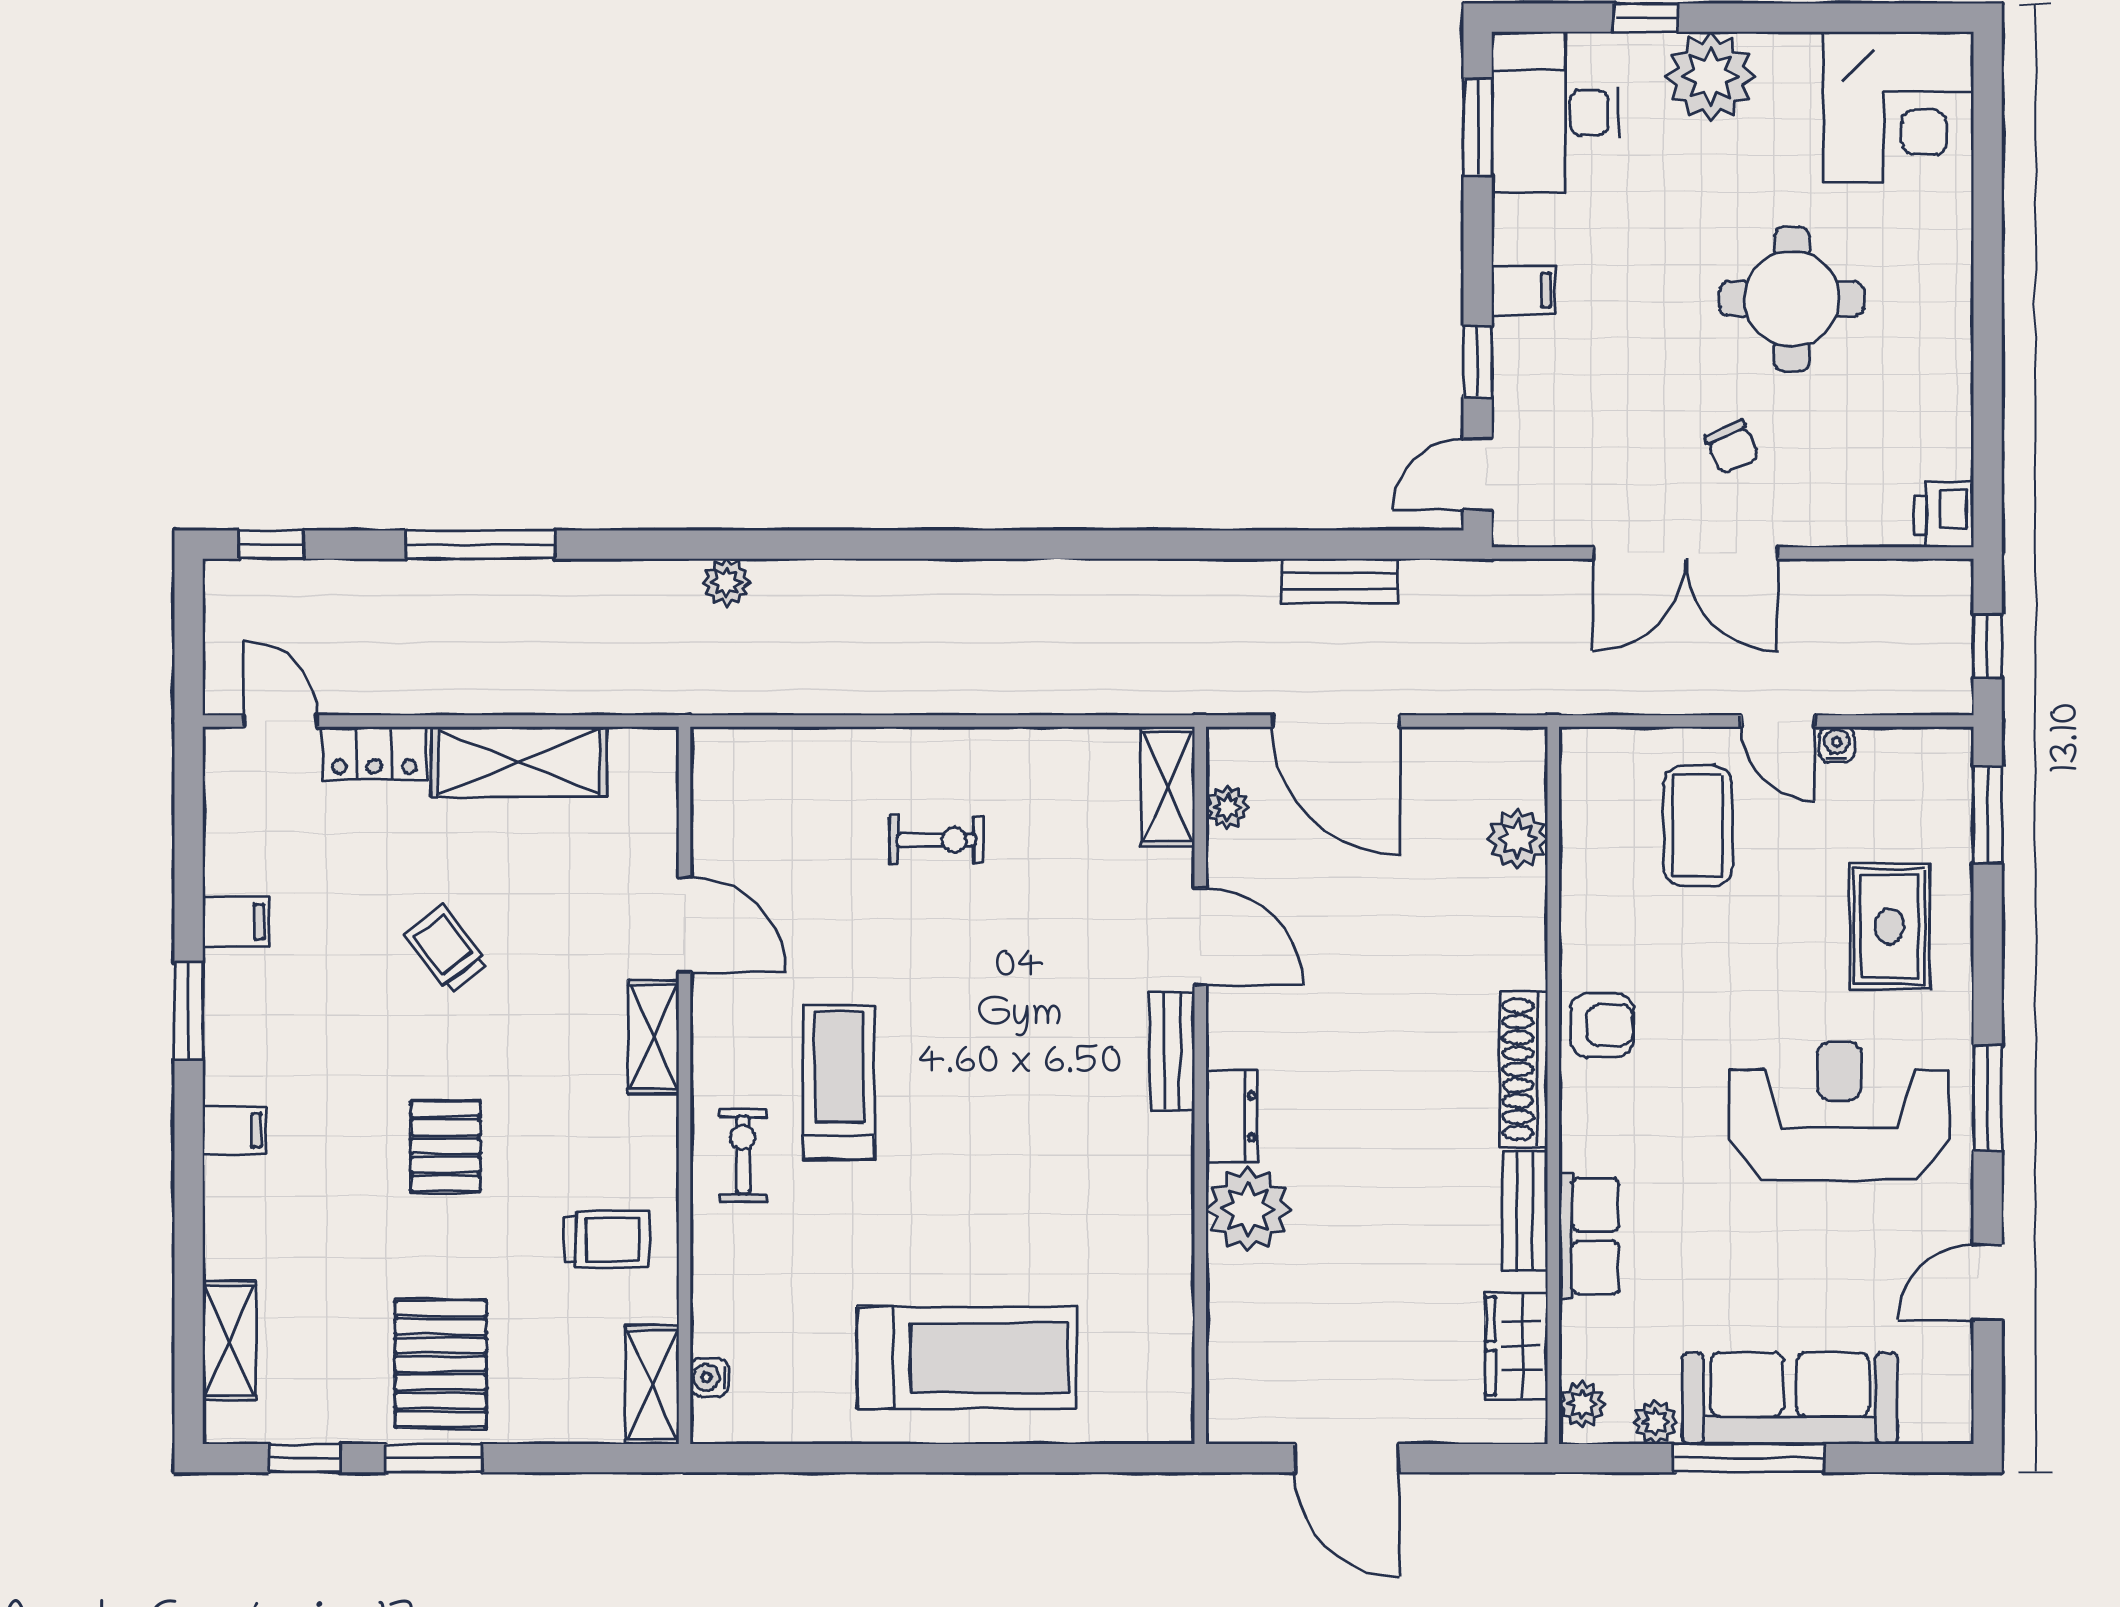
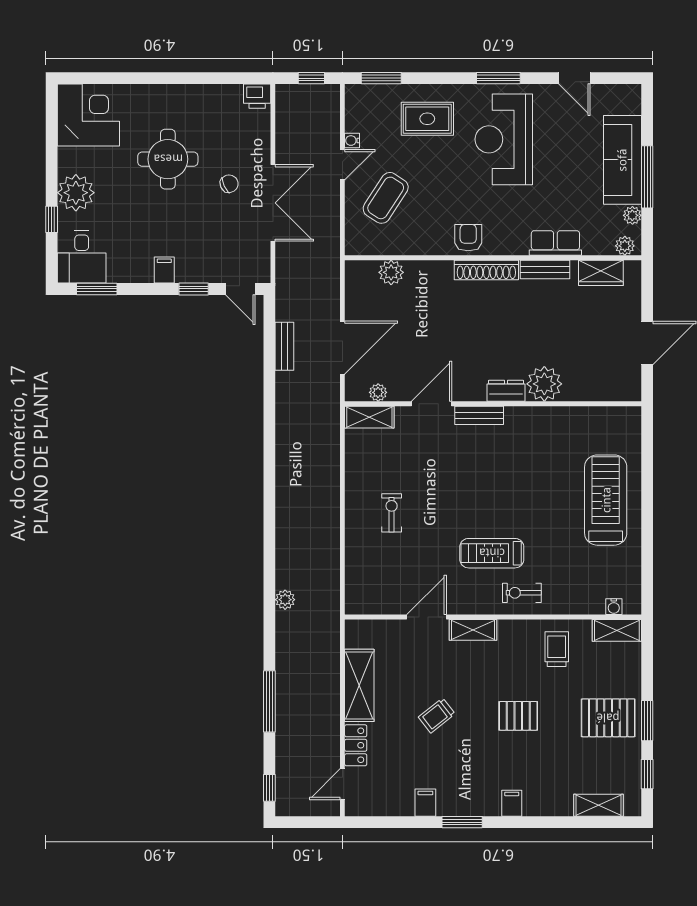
desk: (1555, 112) -> (82, 257), width x0.73
coffee table: (1698, 826) -> (386, 198), turned -57

